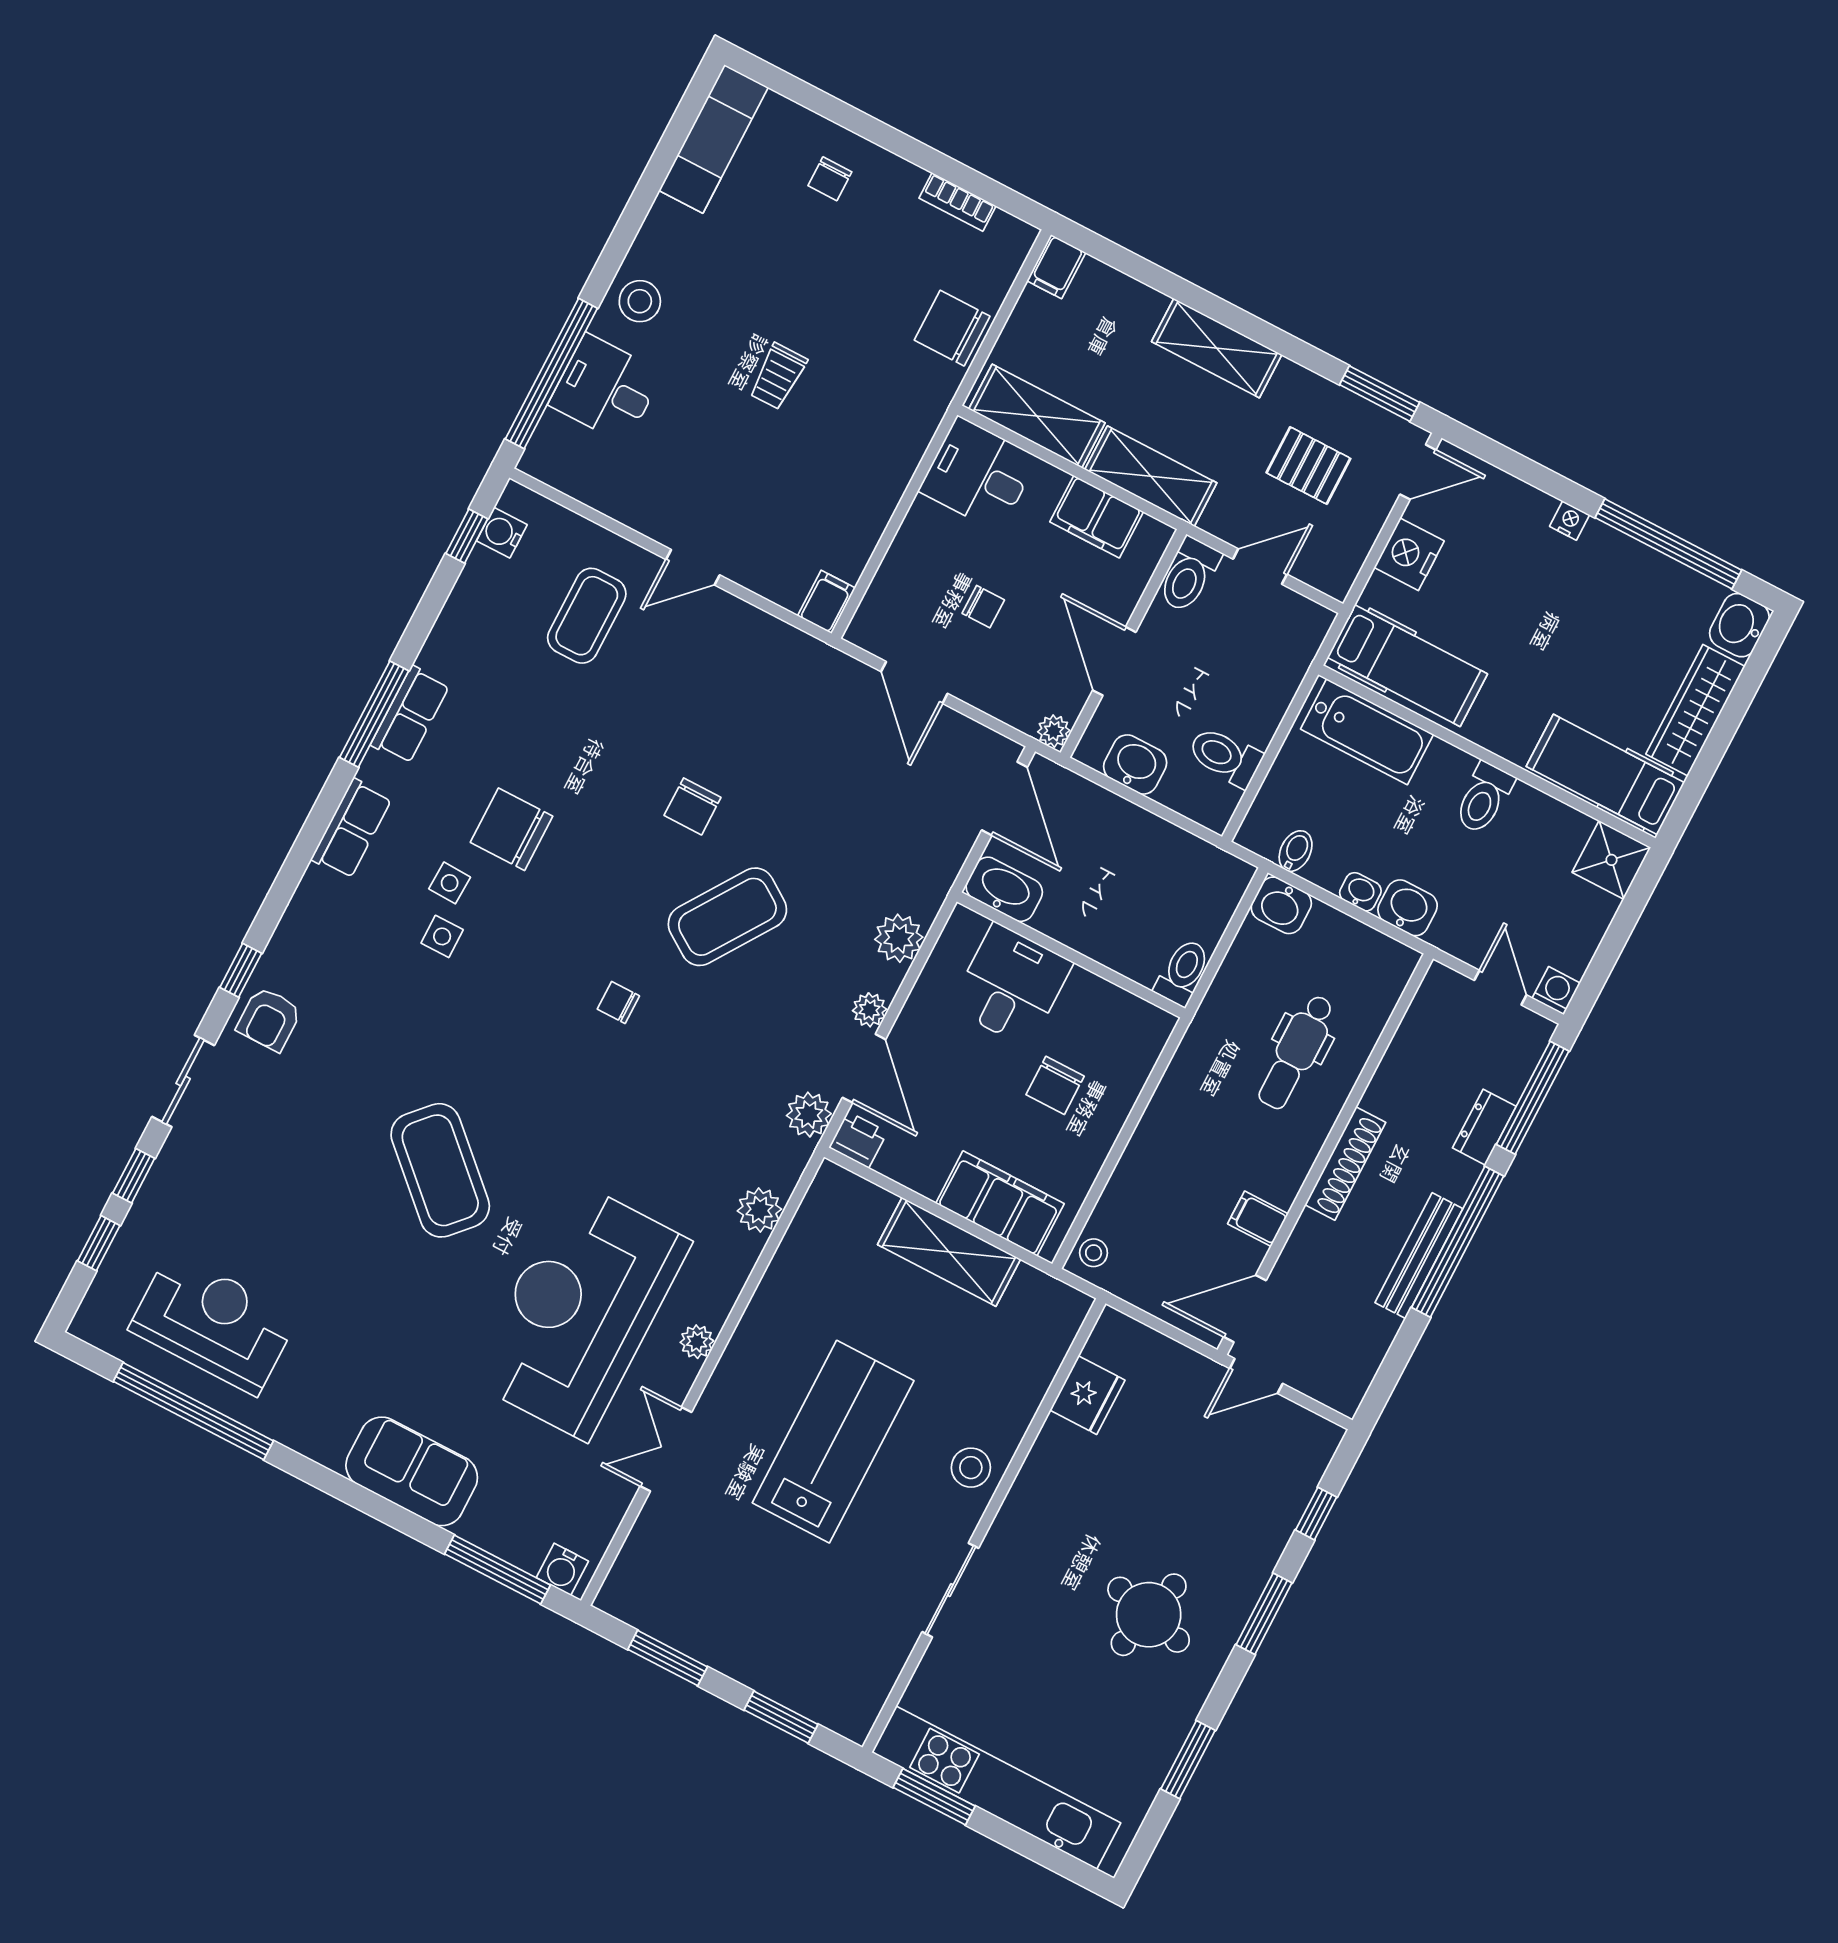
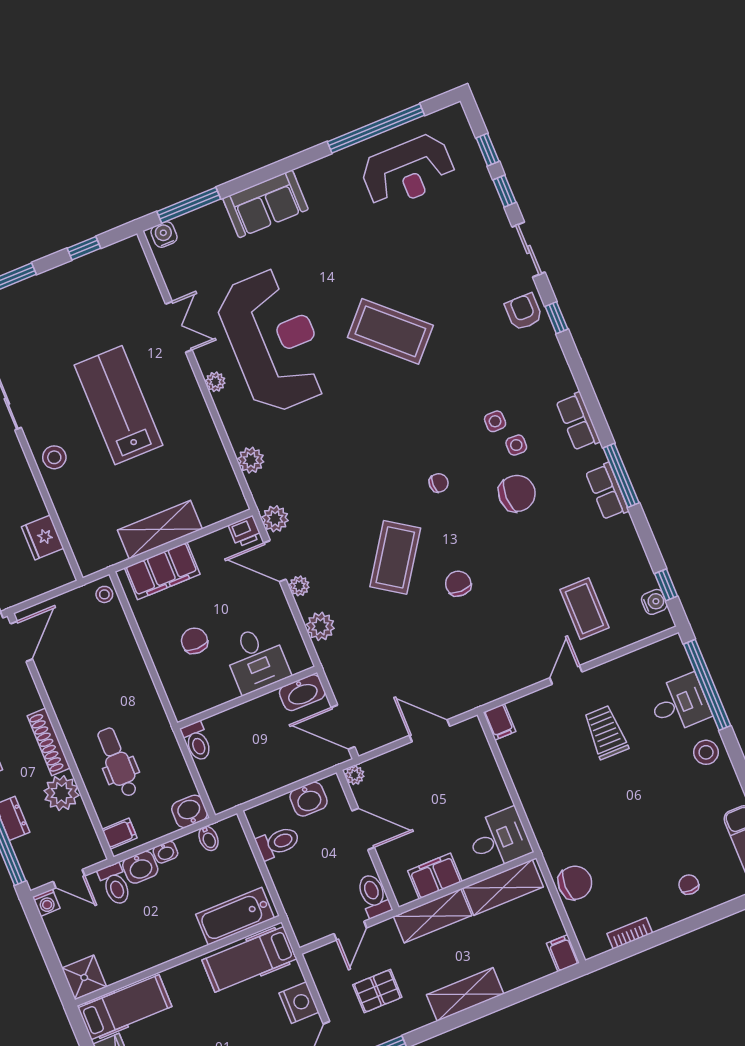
trolley: (778, 376) -> (606, 732), moved, width x1.36, depth x1.39
chair: (983, 607) -> (438, 791), removed
toilet: (1484, 798) -> (115, 884), moved, turned 180
chair: (618, 1002) -> (439, 483), moved
plant: (1398, 1091) -> (61, 793), added
filing cabinet: (1258, 1219) -> (119, 834), moved
lab bench: (833, 1442) -> (118, 405), turned 180
window: (668, 1658) -> (84, 248), width x0.67

